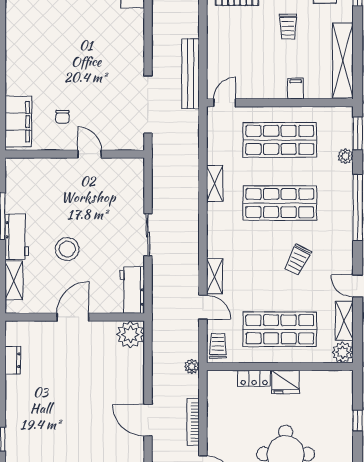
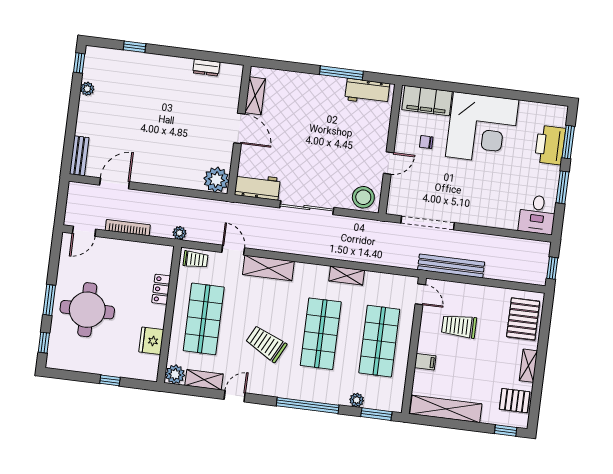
trolley: (288, 27) -> (459, 326), moved, width x1.36, depth x1.39
corner desk: (40, 59) -> (482, 128), added
sliding door: (148, 235) -> (307, 208), width x1.37
workbench: (17, 237) -> (367, 92), moved
stool: (67, 249) -> (363, 197), moved
trolley: (298, 260) -> (266, 344), width x1.36, depth x1.39
shelving: (215, 276) -> (268, 268), width x1.50, depth x1.33
shelving: (14, 281) -> (255, 96), moved, turned 90
door: (203, 307) -> (233, 250), swing flipped
fridge: (285, 382) -> (151, 341), moved
door: (148, 420) -> (115, 183), moved

